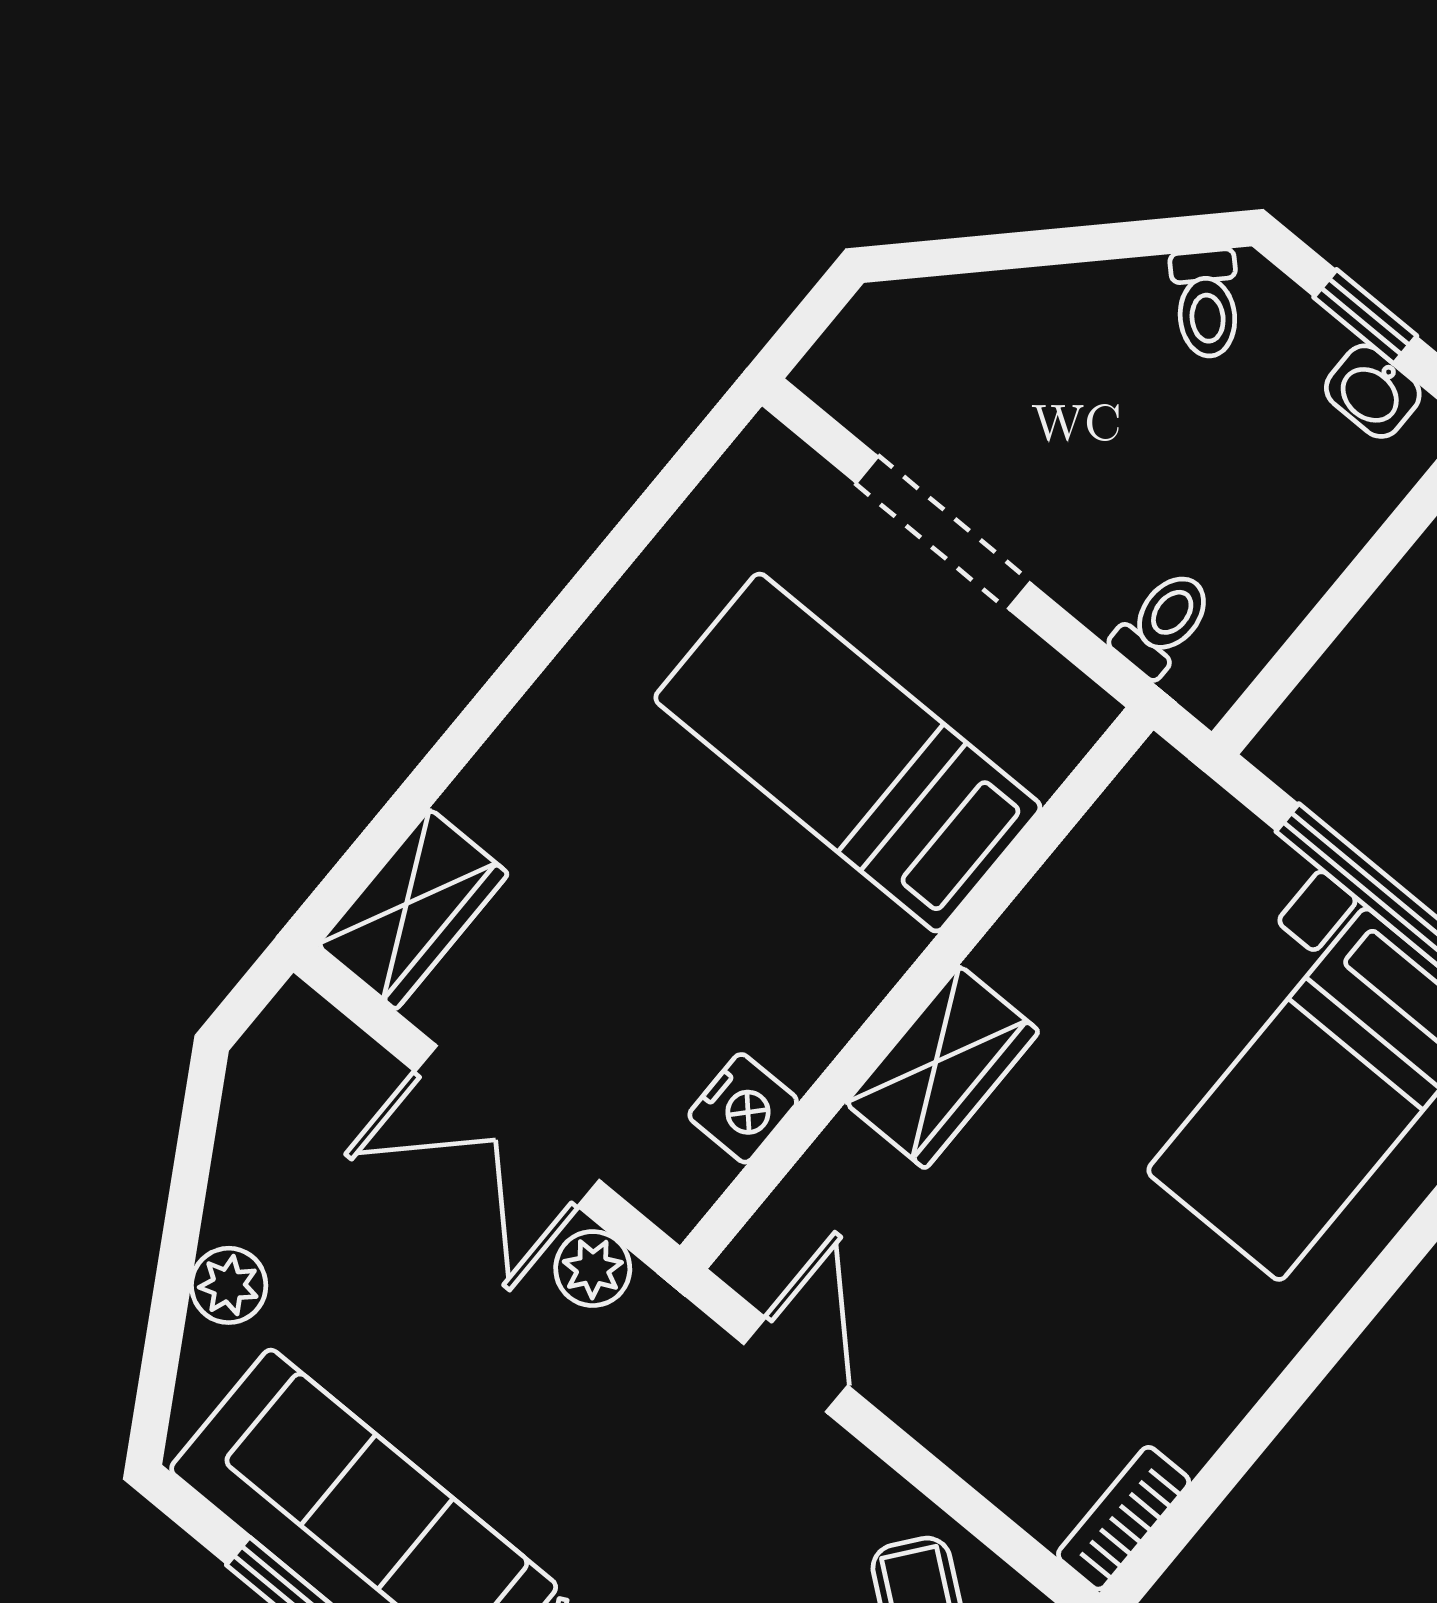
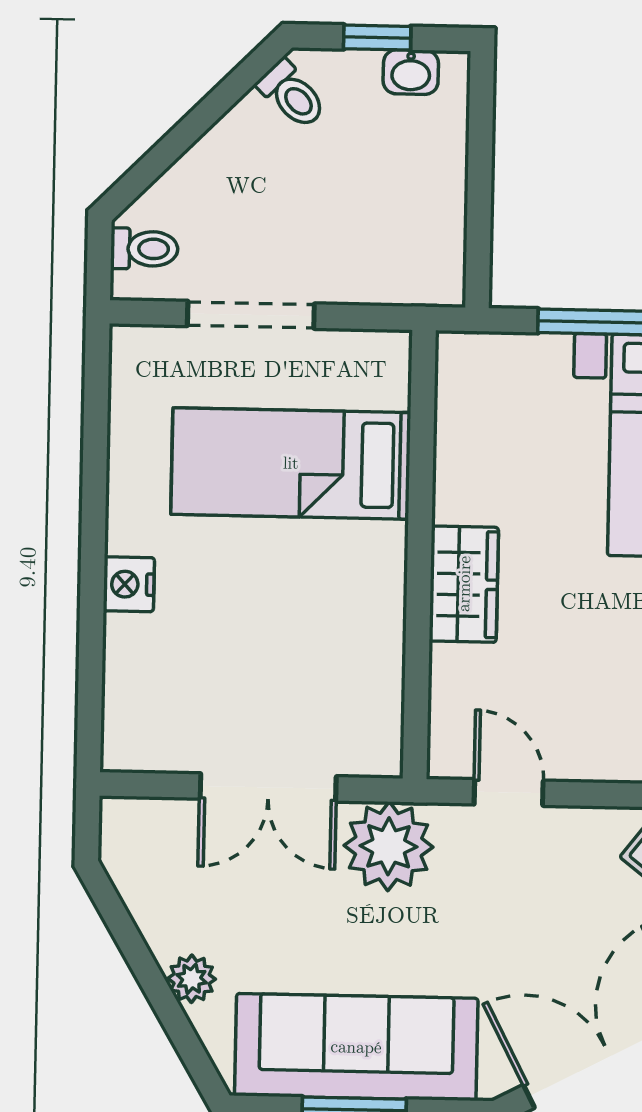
toilet: (1163, 624) -> (144, 249), moved, turned 90
wardrobe: (413, 909) -> (134, 716), removed
nightstand: (743, 1108) -> (129, 584), moved, turned 180
plant: (593, 1269) -> (389, 846), width x1.87, depth x1.87

